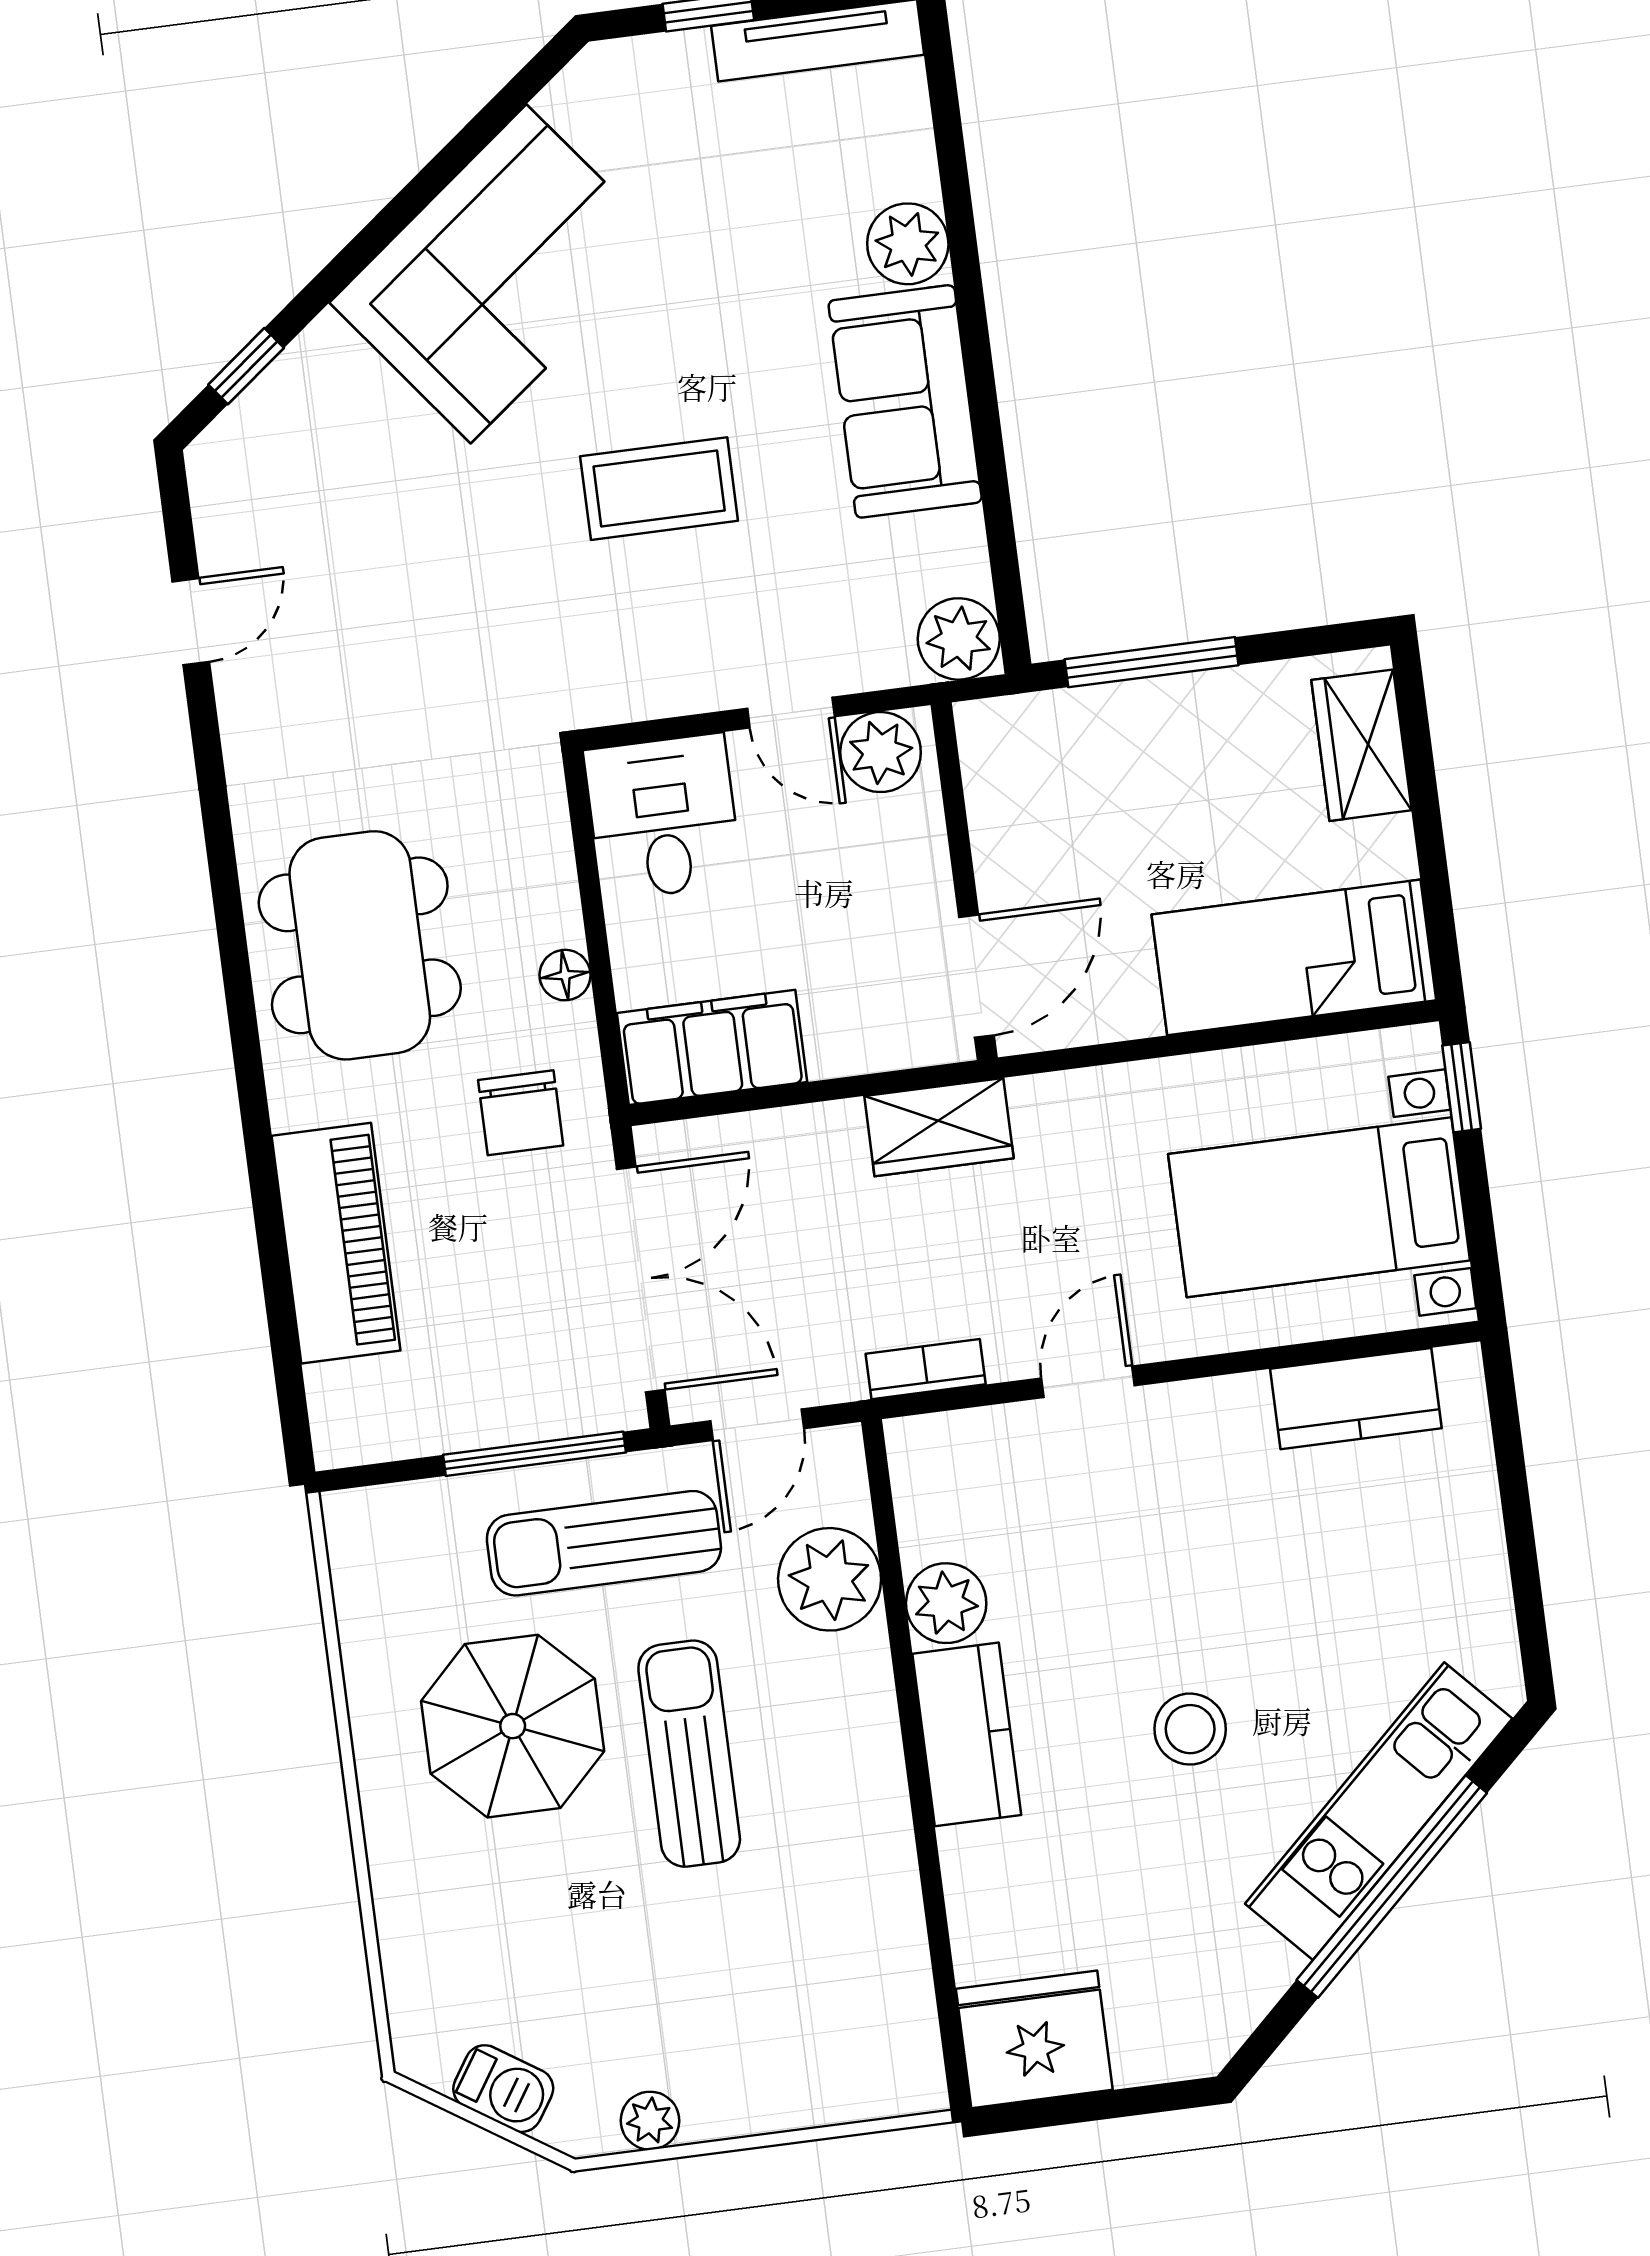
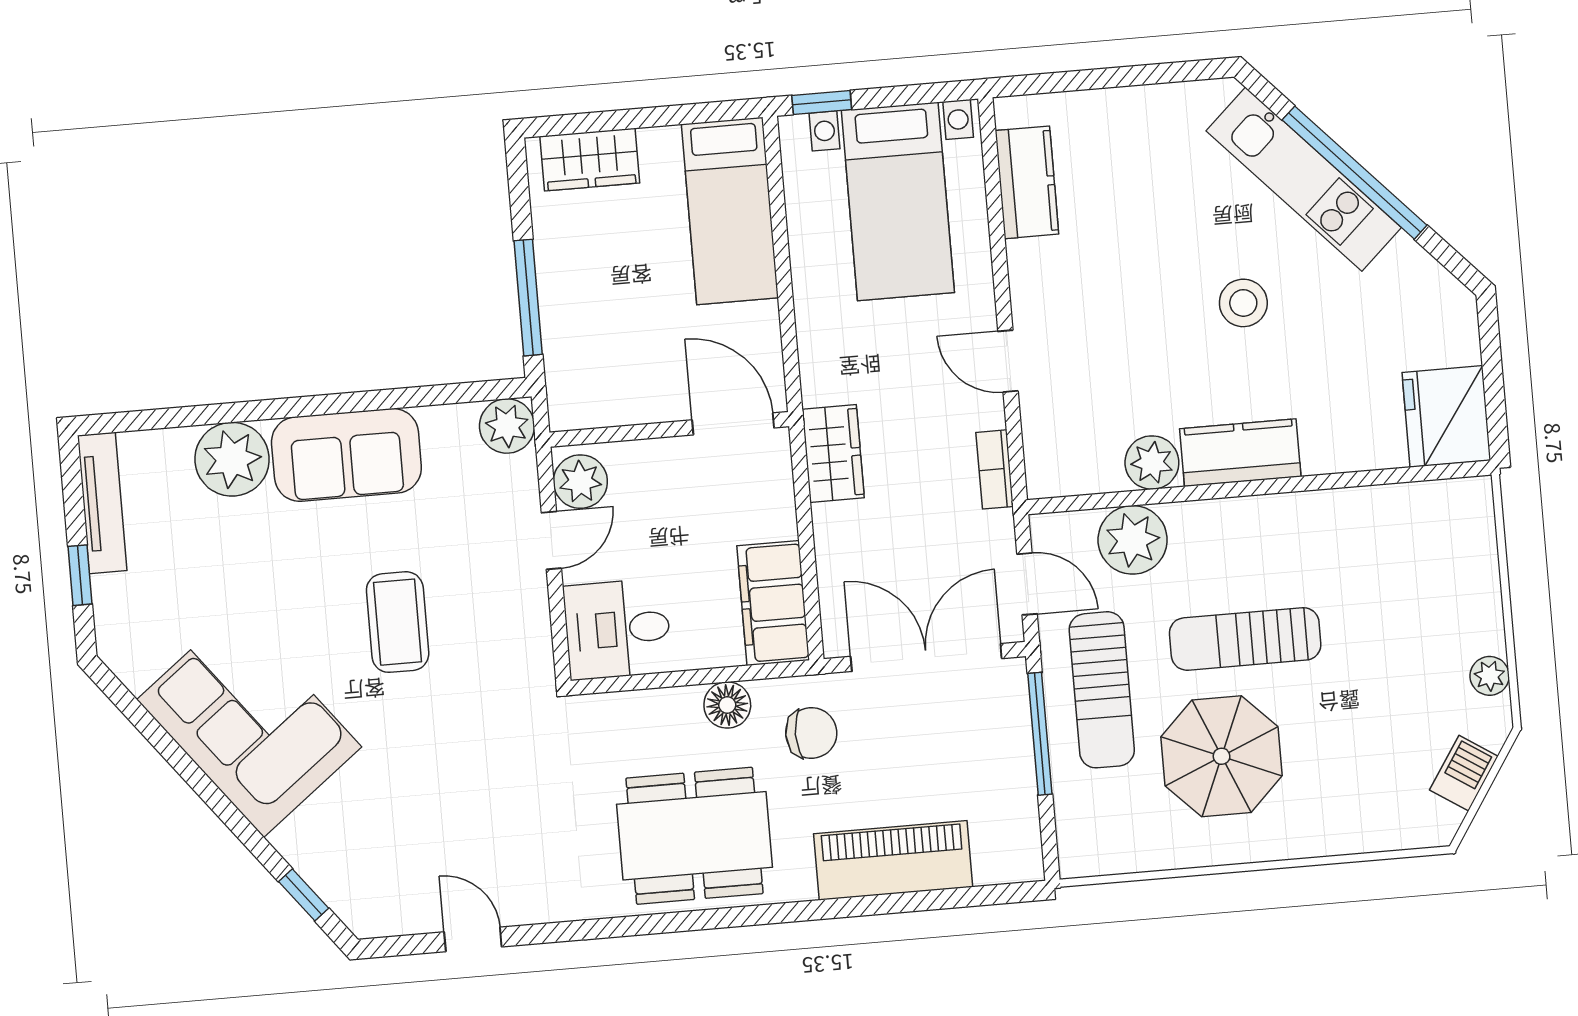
plant: (908, 244) -> (232, 459), width x1.36, depth x1.36
floor lamp: (565, 975) -> (727, 705), width x1.37, depth x1.37

